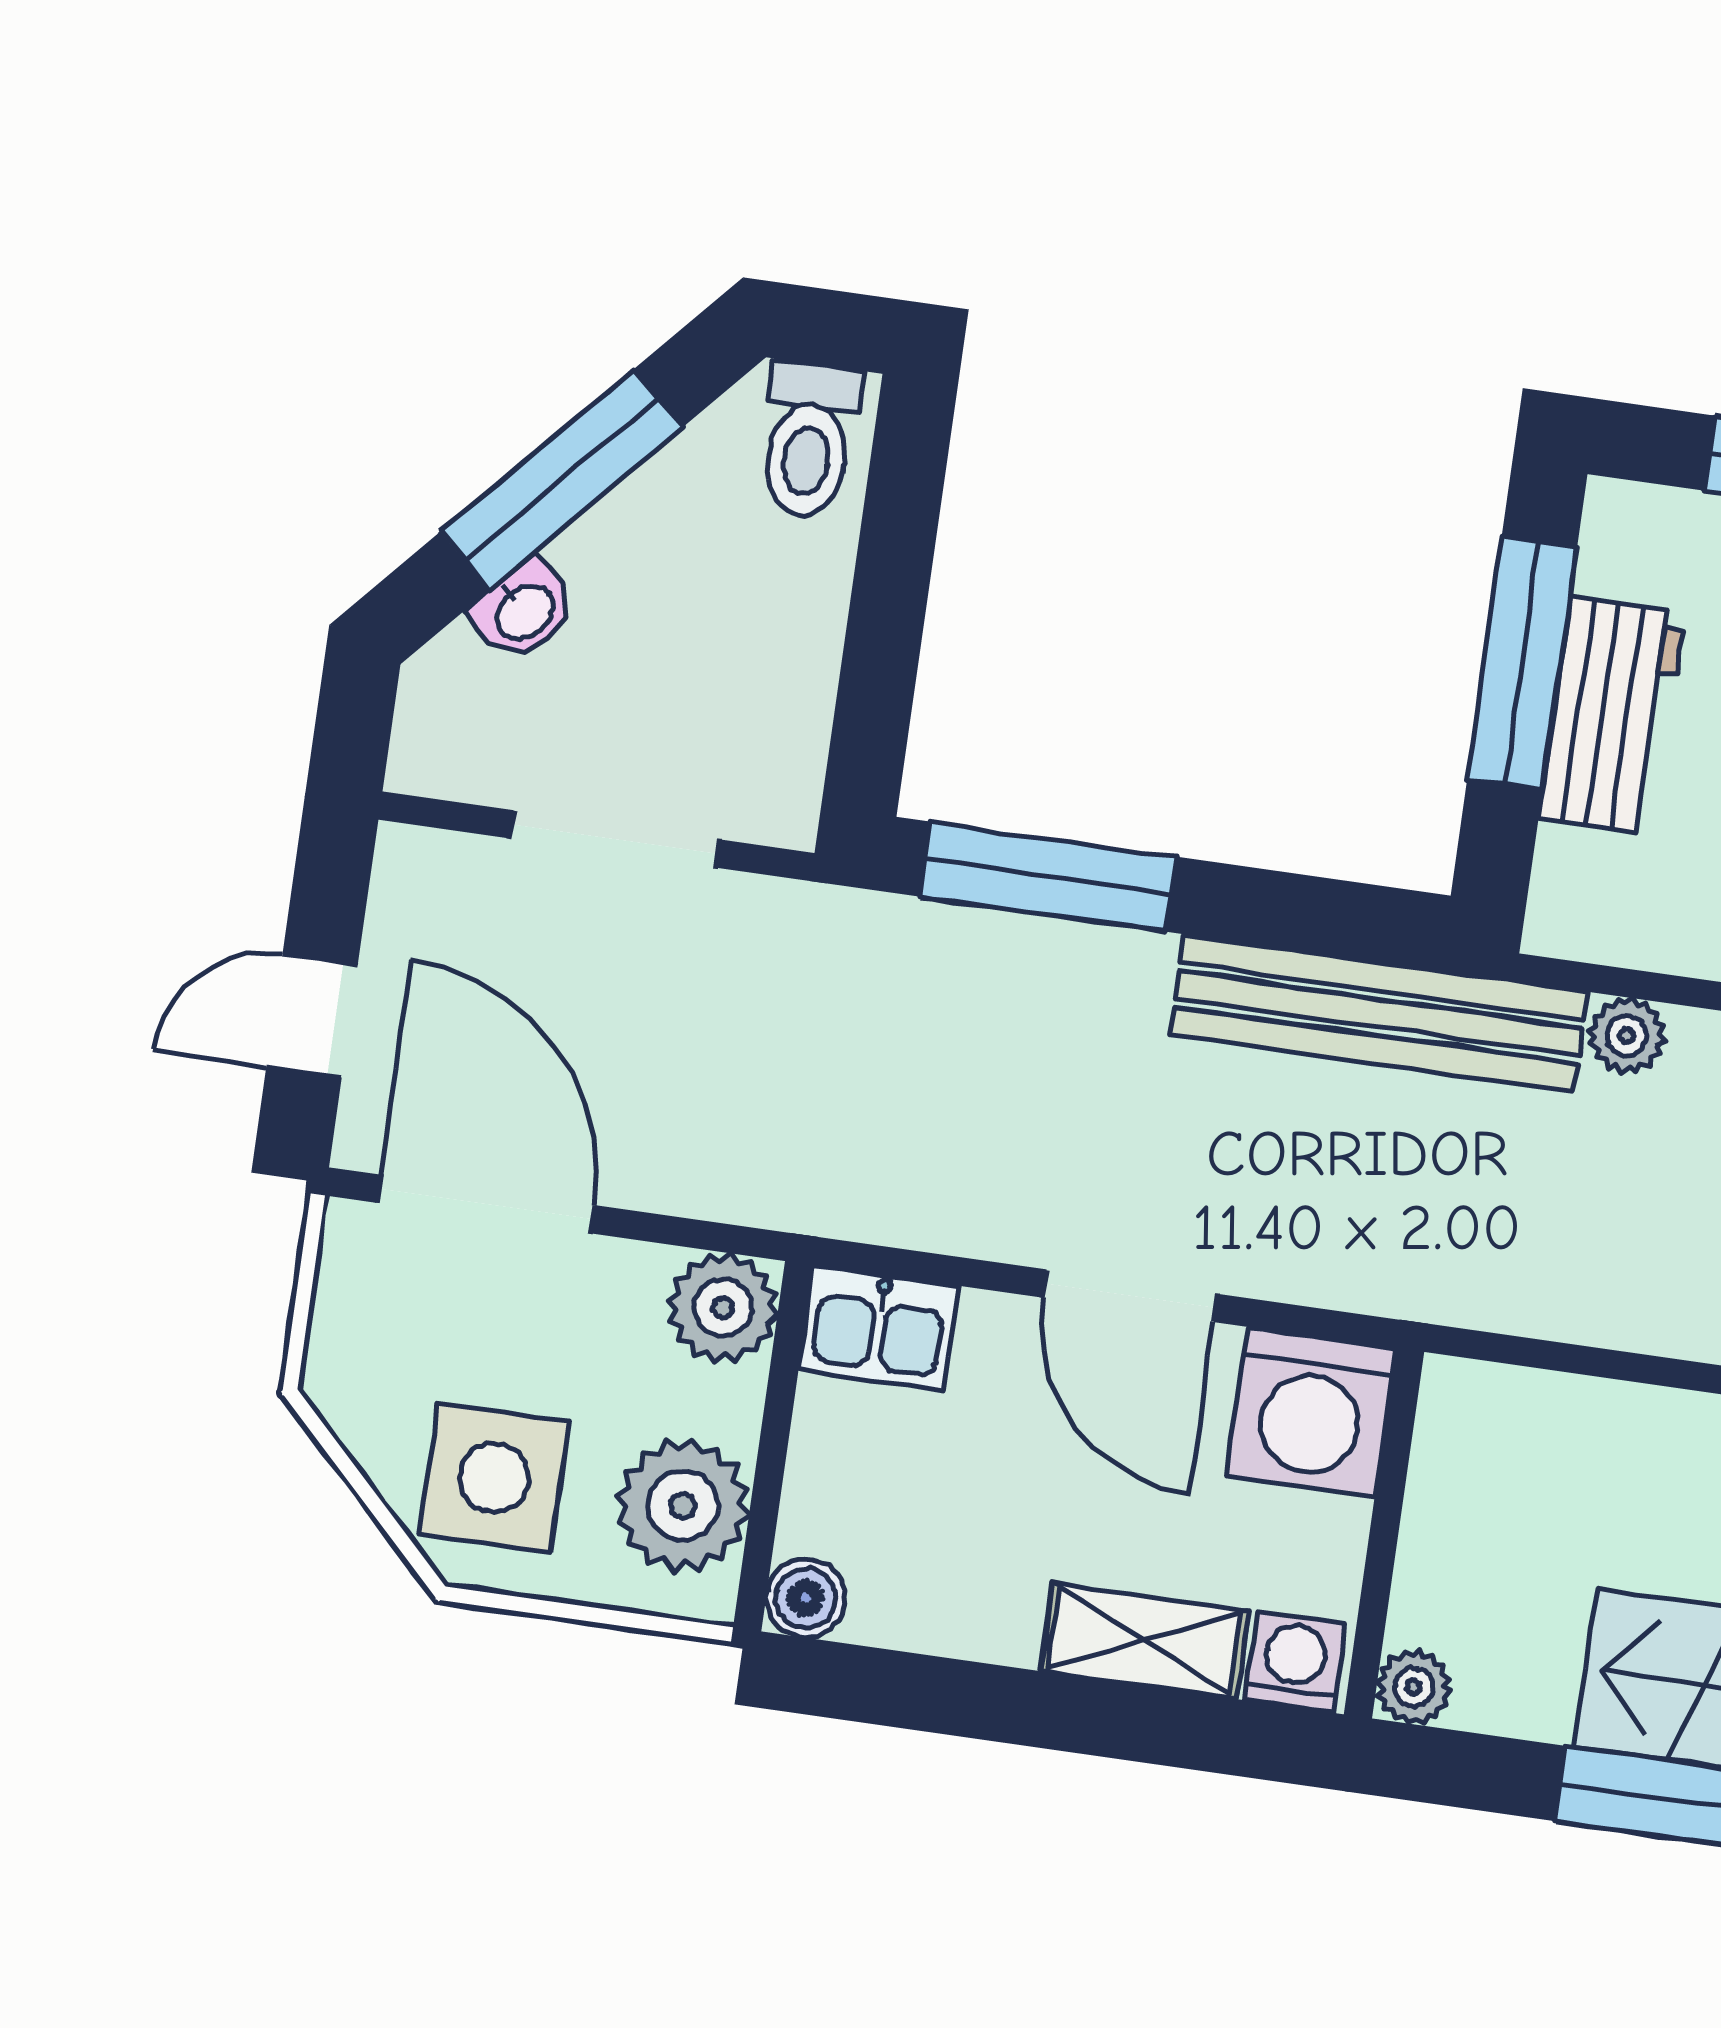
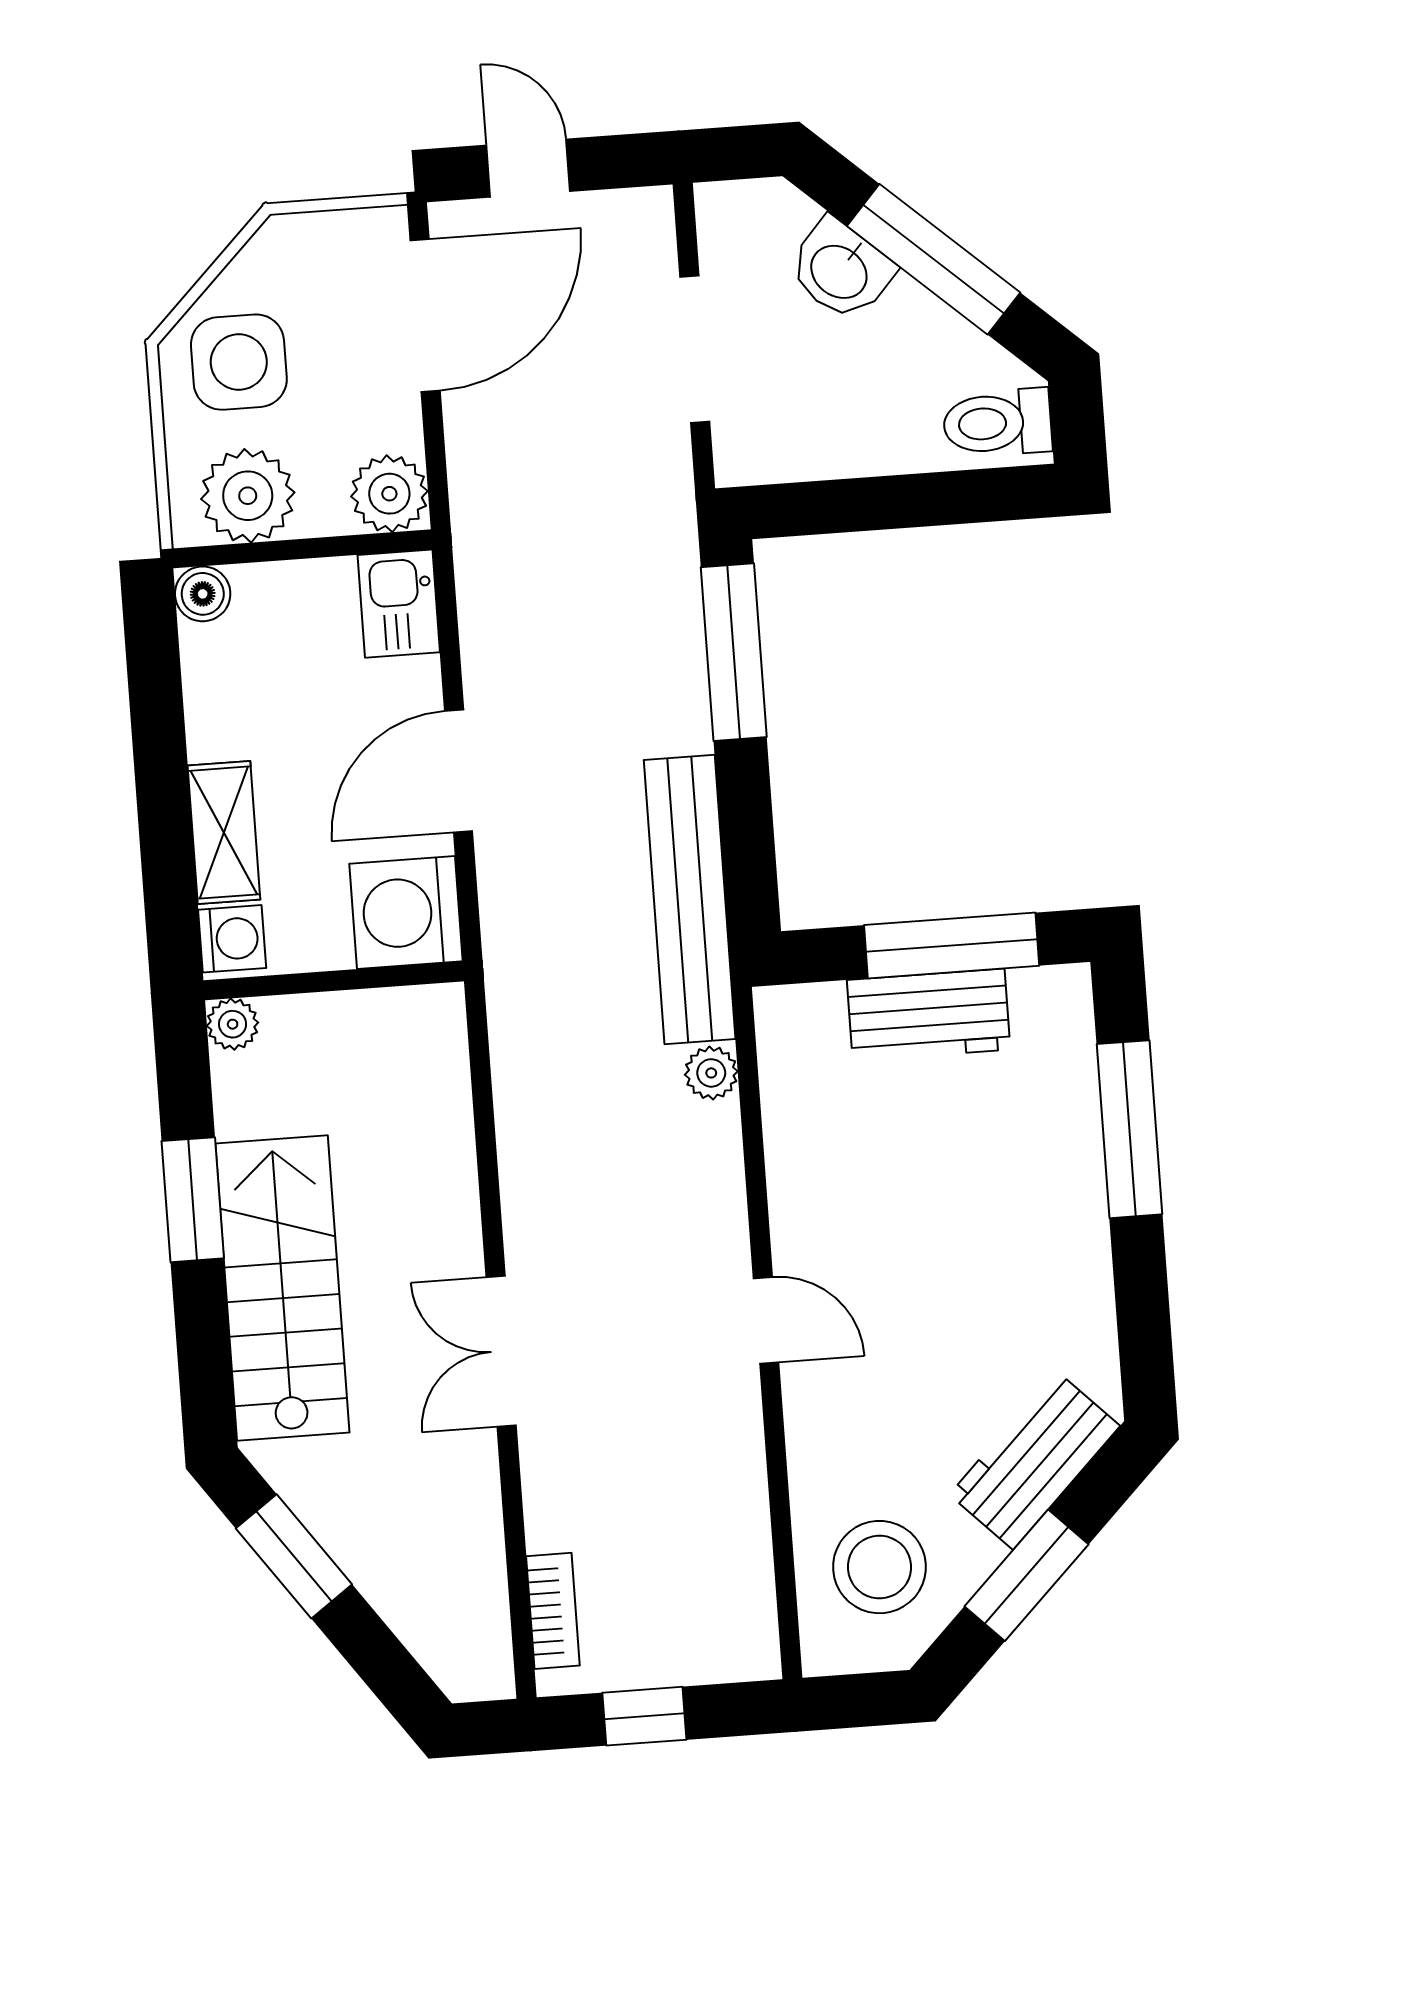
washbasin: (524, 611) -> (840, 270), width x1.38, depth x1.45

